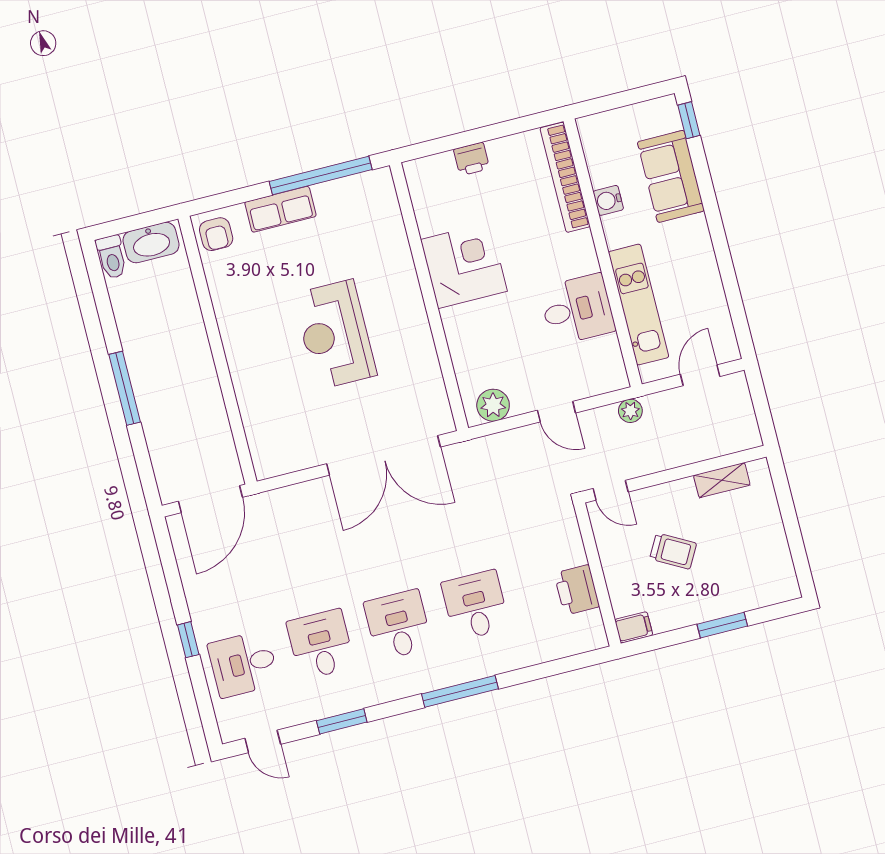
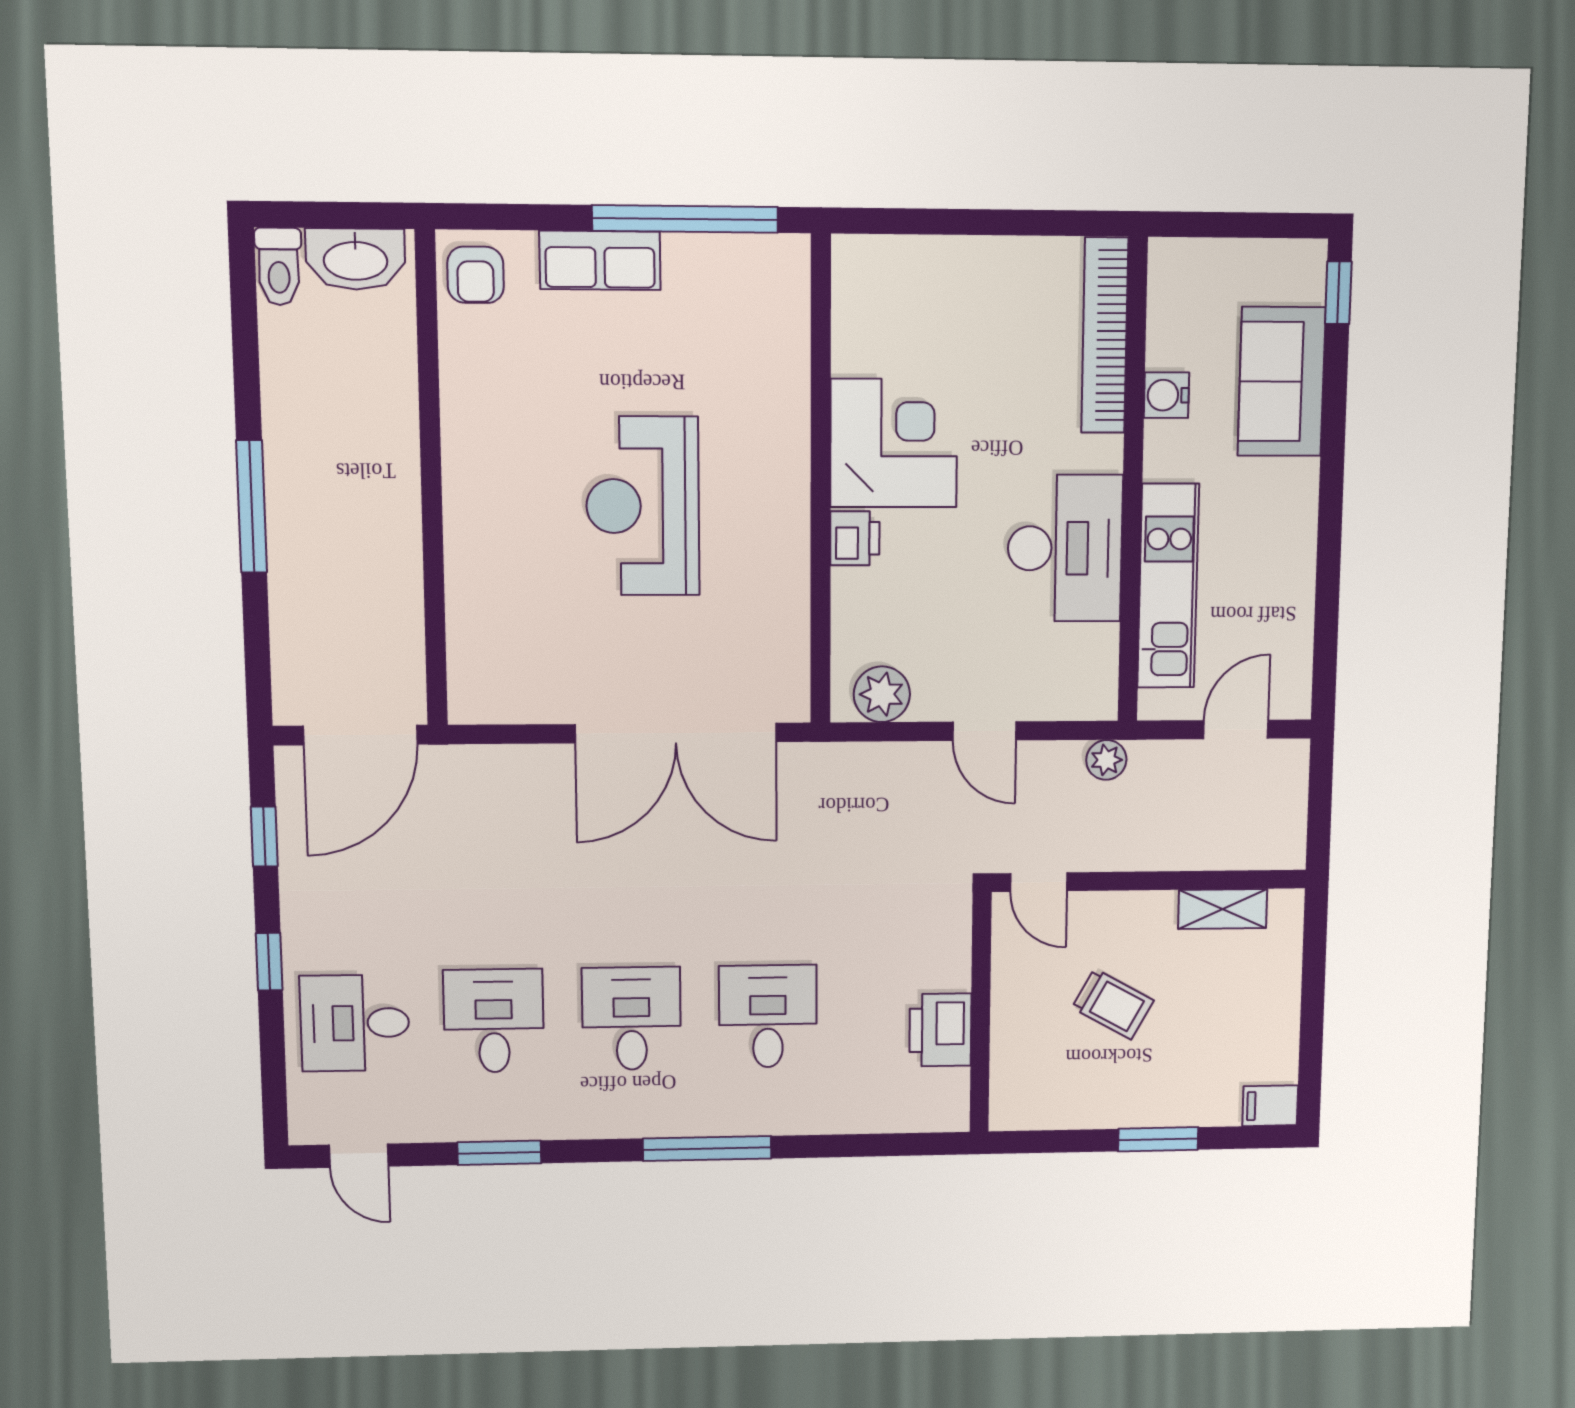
printer: (471, 159) -> (855, 538), moved, turned -90
desk: (577, 309) -> (1065, 548), width x1.37
window: (170, 569) -> (264, 837), added
filing cabinet: (634, 627) -> (1270, 1106), moved, turned 180

